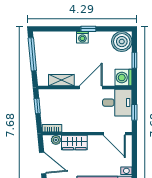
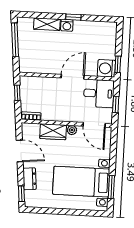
boiler: (122, 42) -> (107, 32), removed
window: (134, 60) -> (118, 64), moved
shelving: (61, 80) -> (47, 24), moved
plant: (56, 140) -> (72, 130), moved

